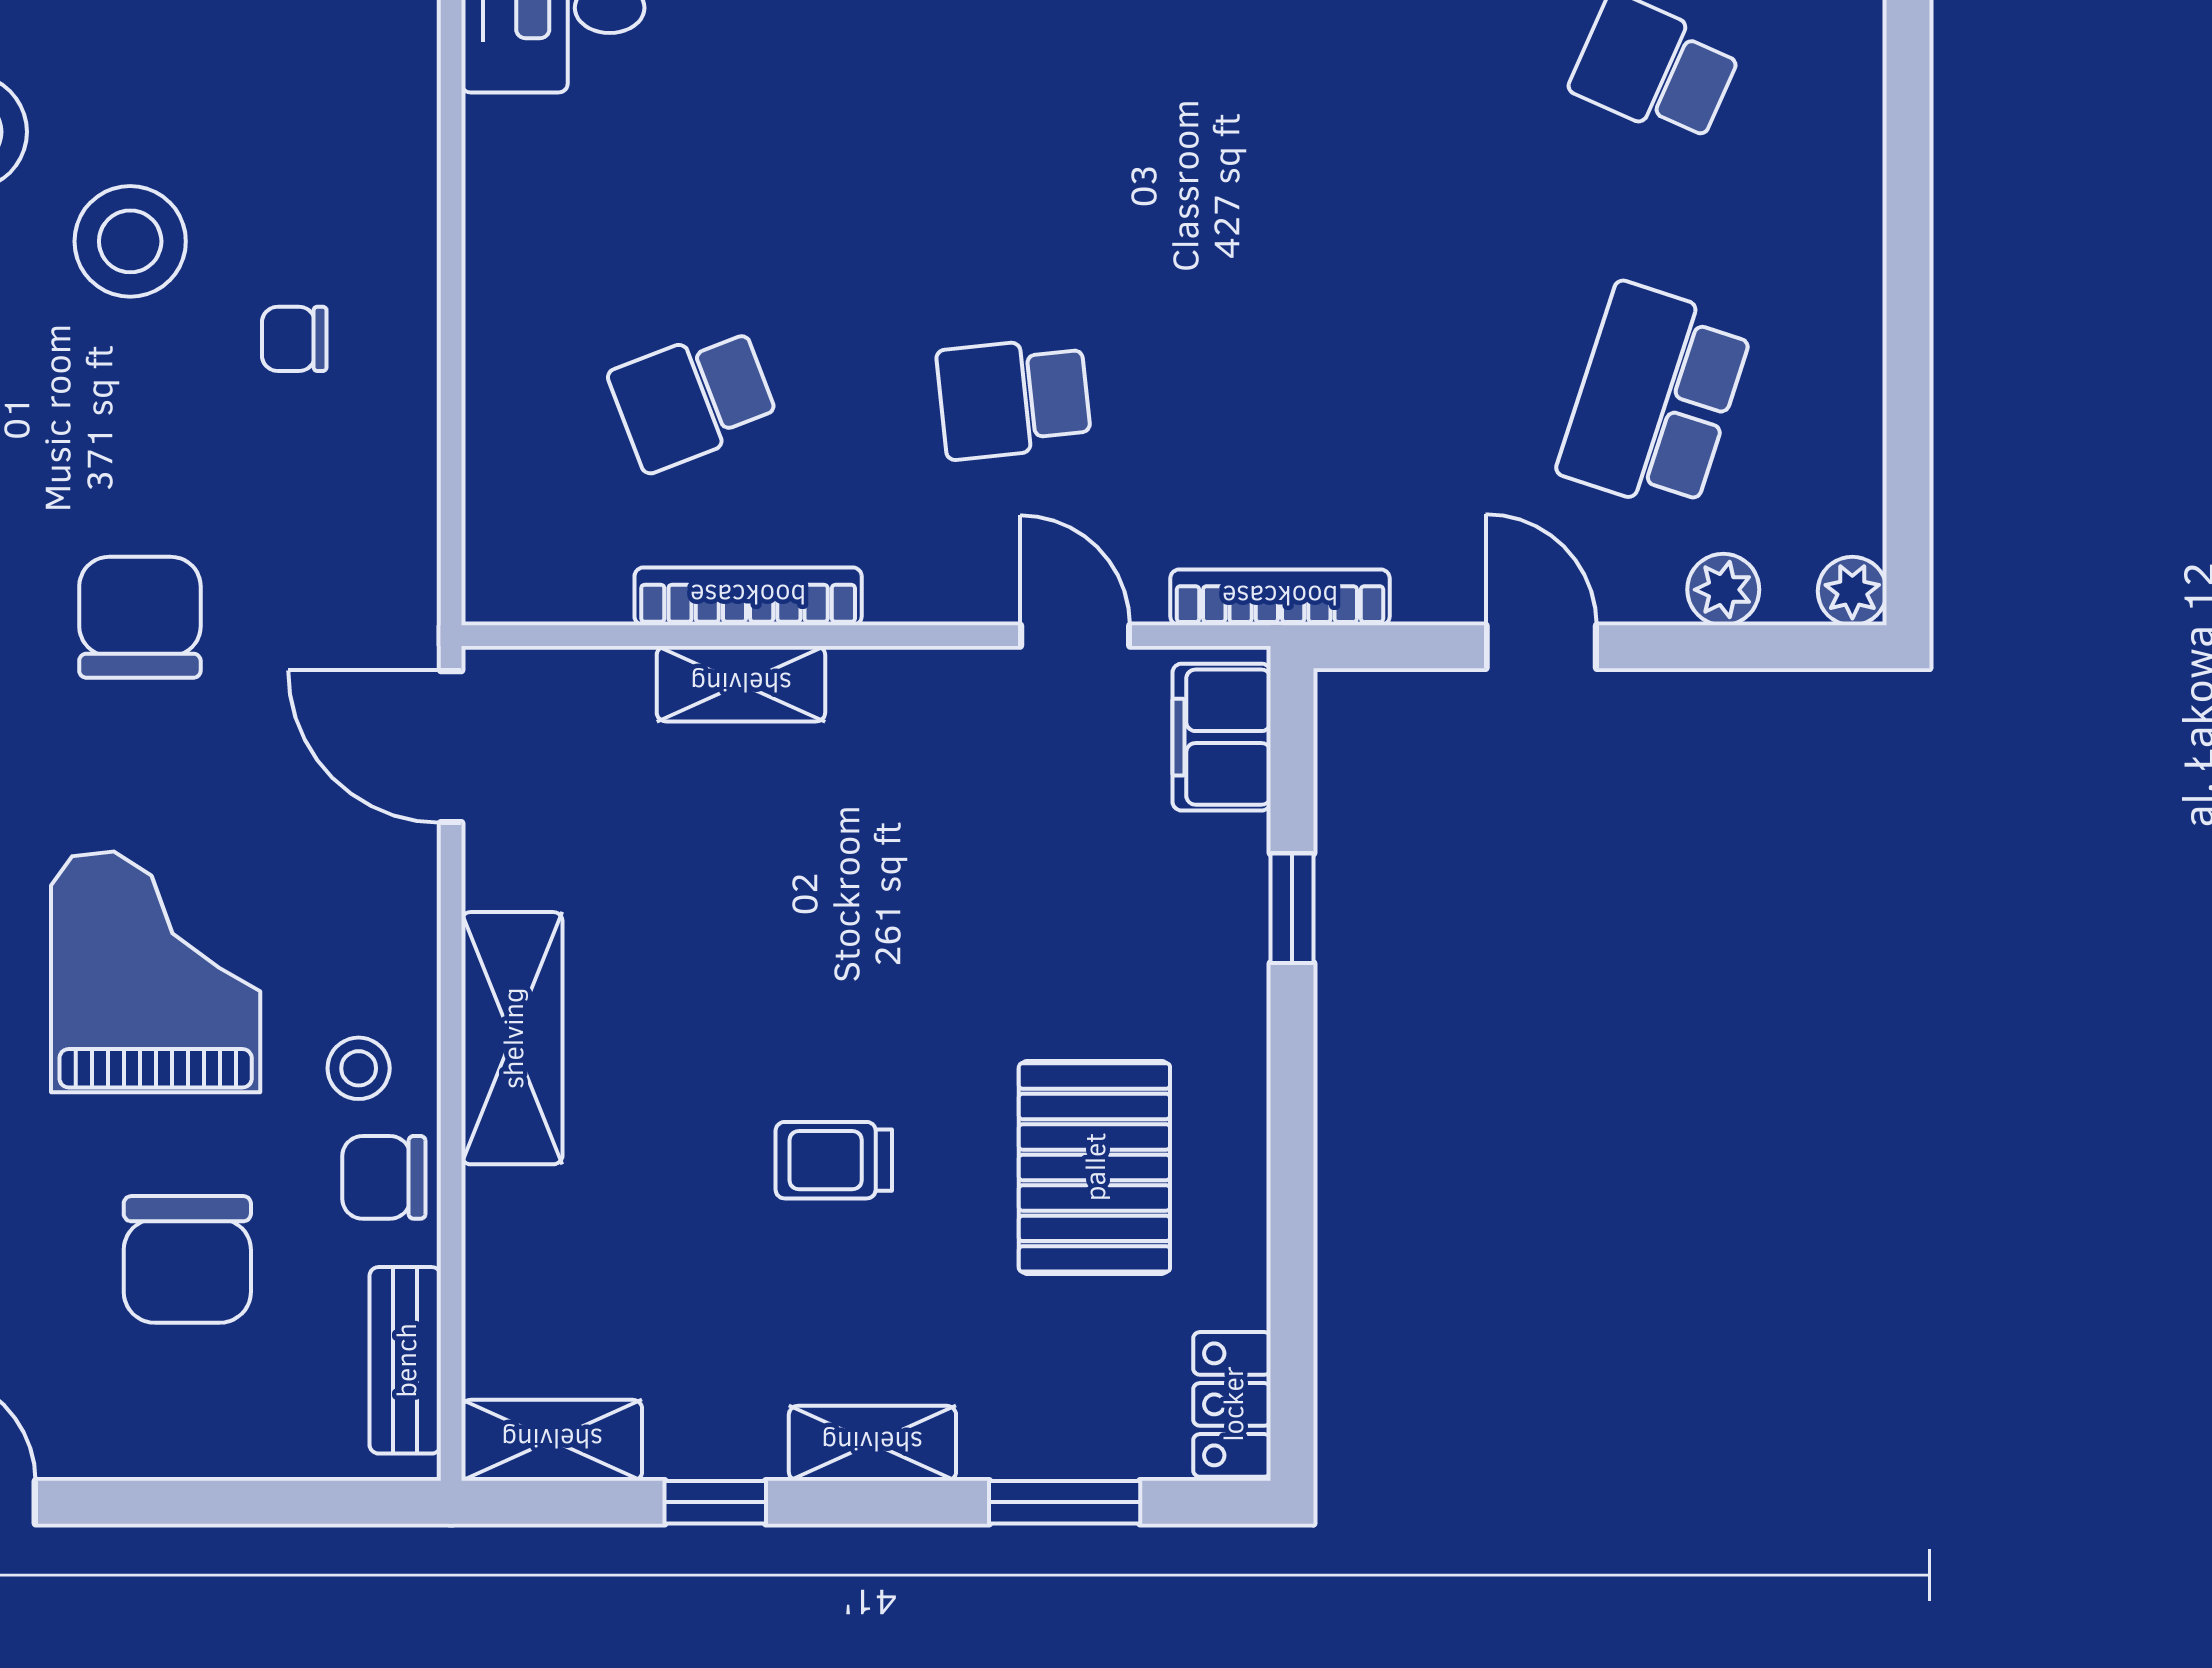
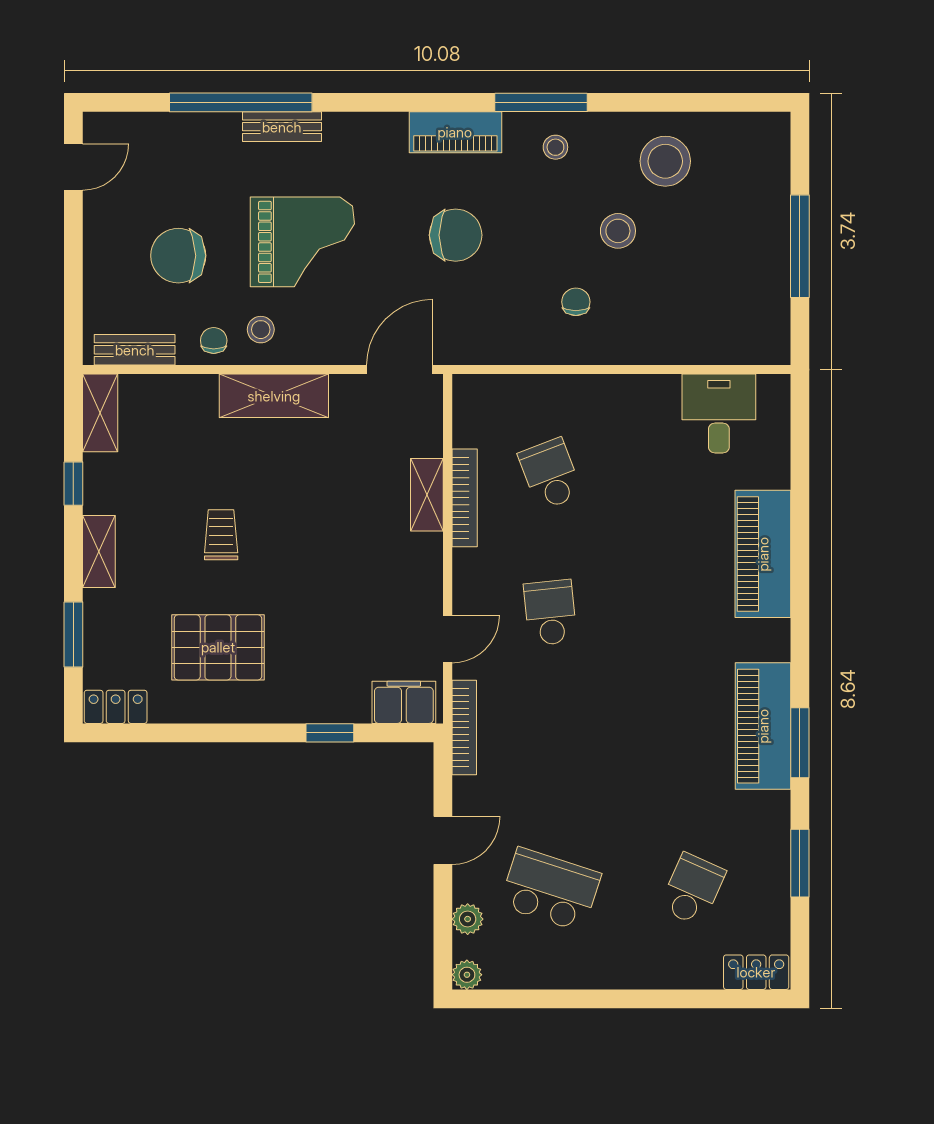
stool: (130, 241) -> (618, 231), width x0.73, depth x0.73
chair: (384, 1177) -> (214, 340), width x0.73, depth x0.73

